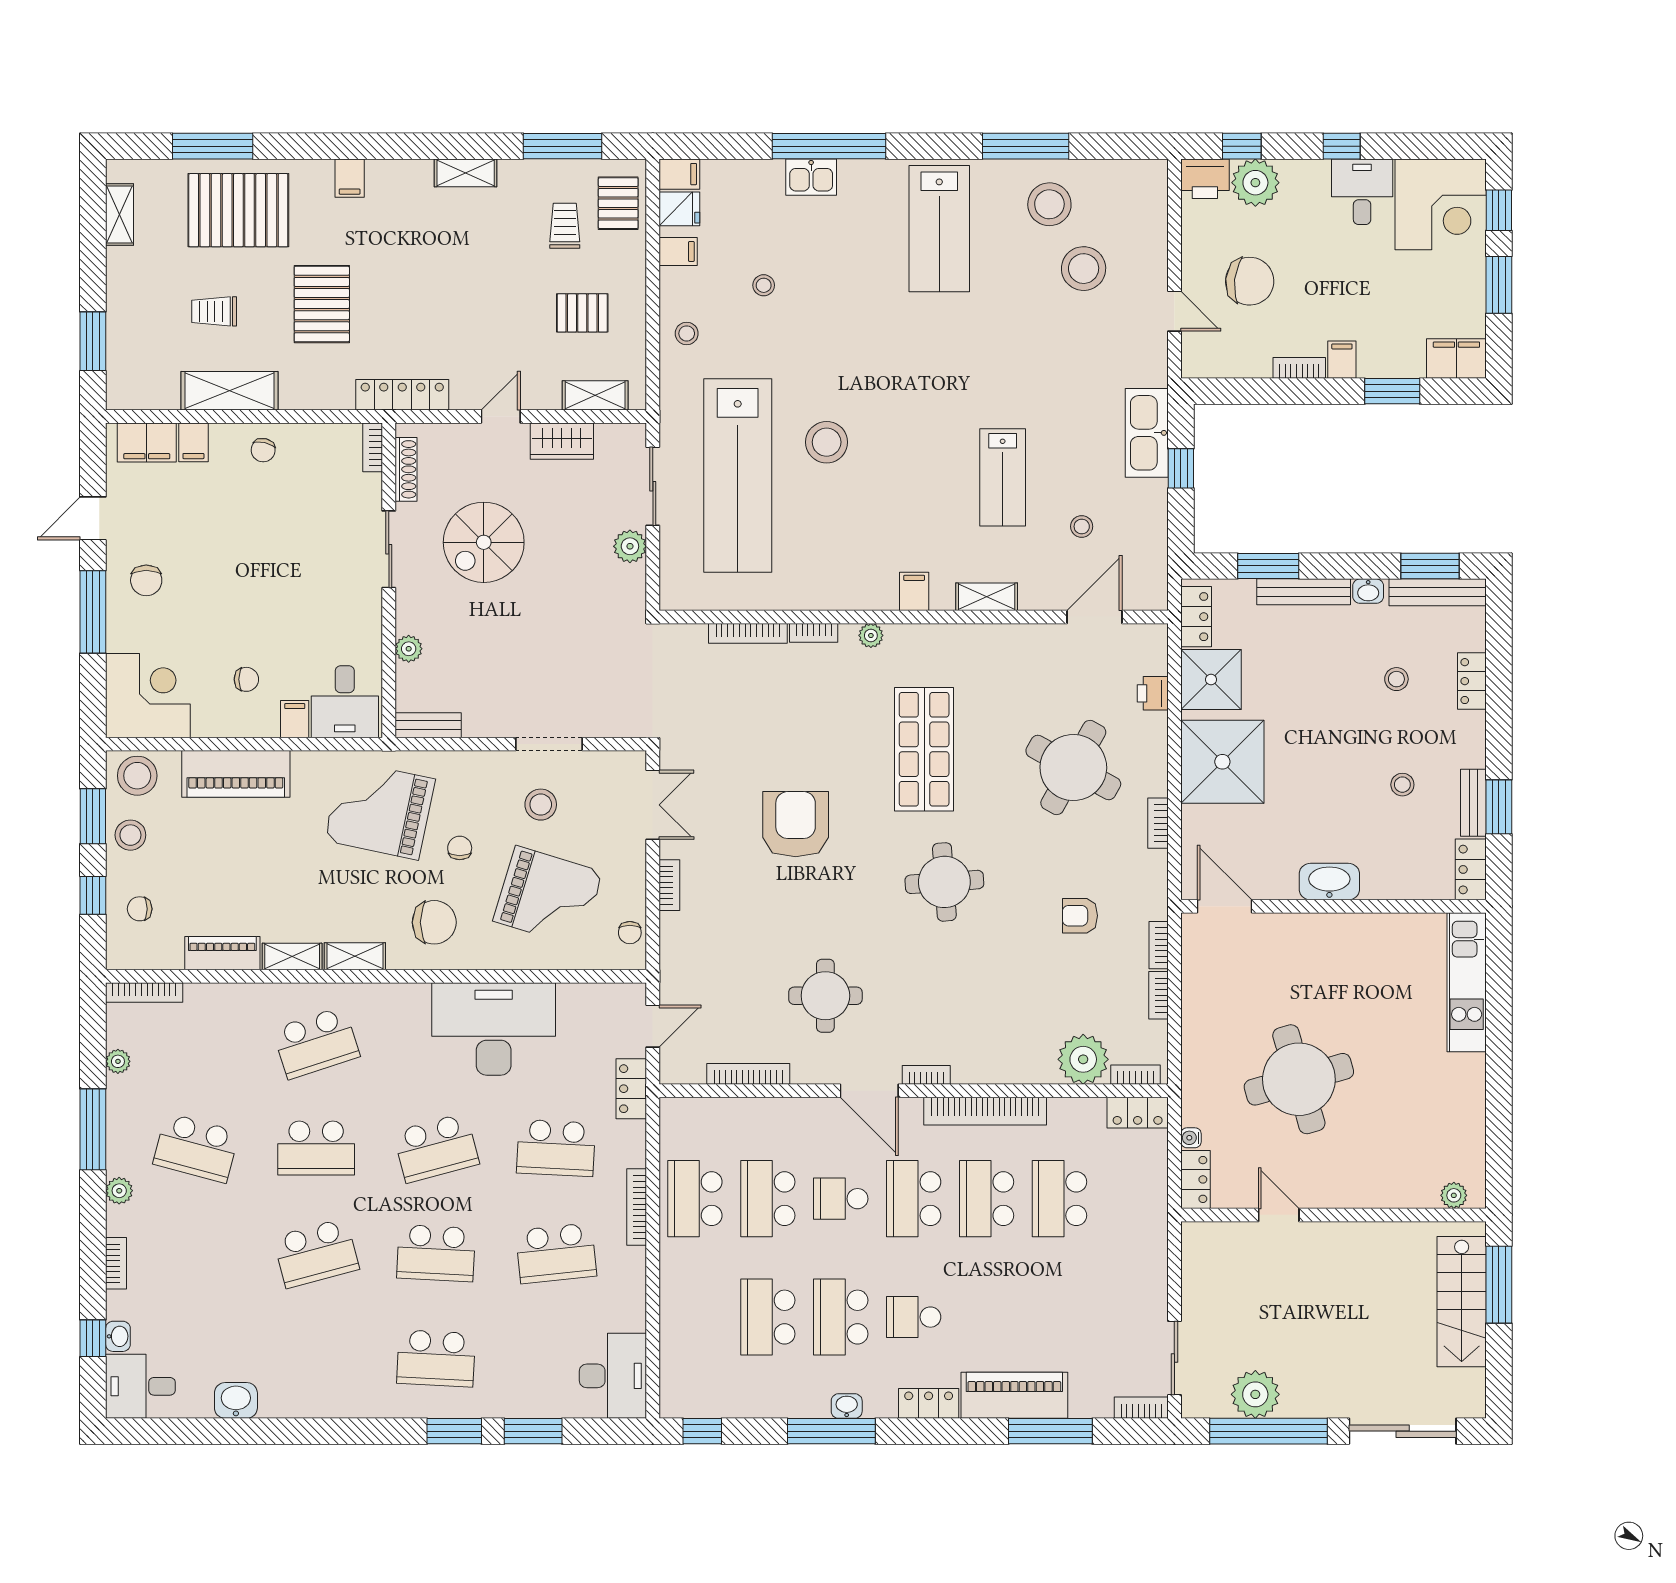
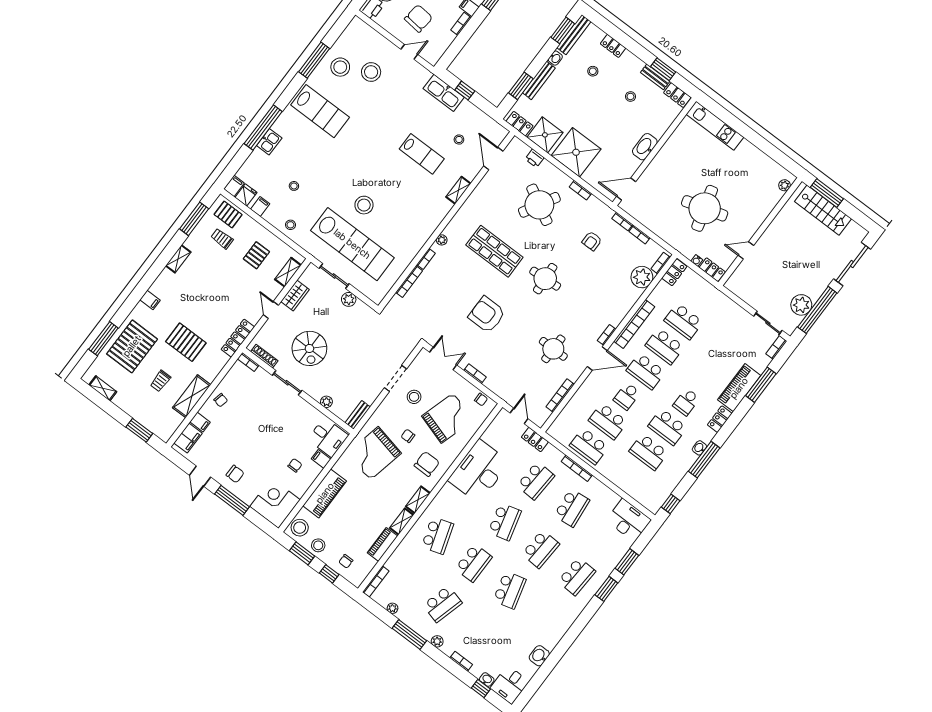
filing cabinet: (914, 591) -> (438, 214), removed

